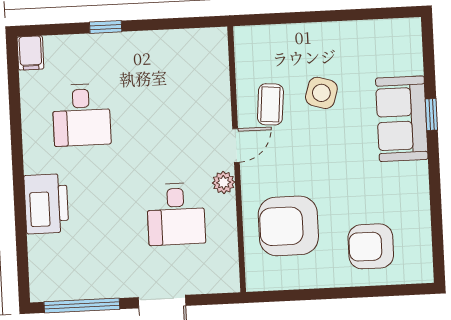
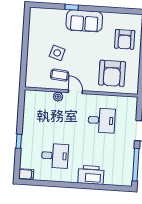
sofa: (402, 119) -> (84, 21), moved
plant: (224, 182) -> (58, 97), moved

